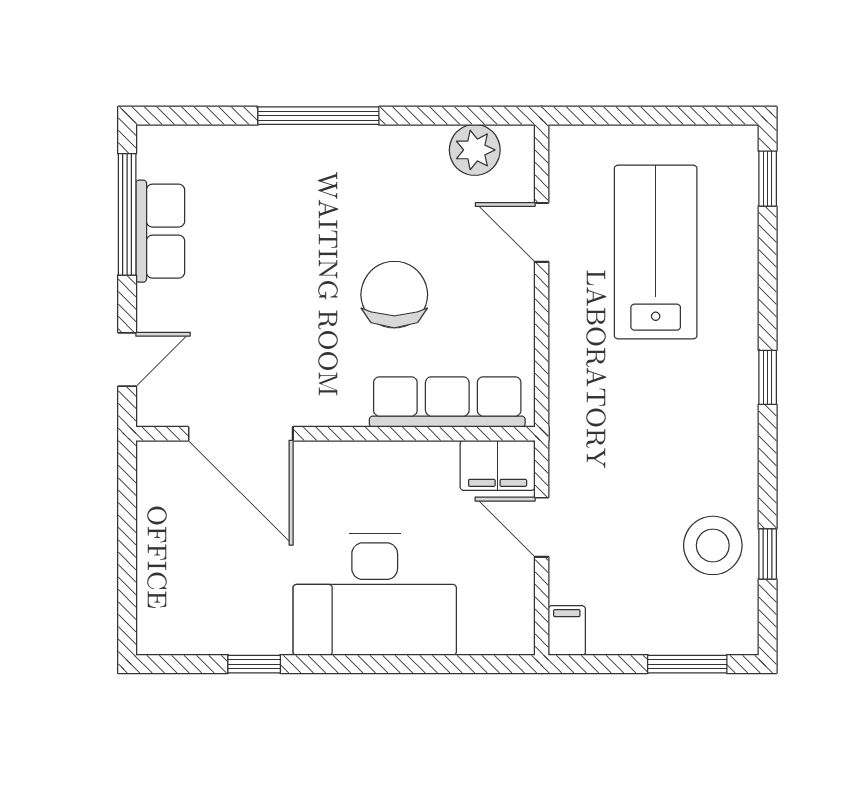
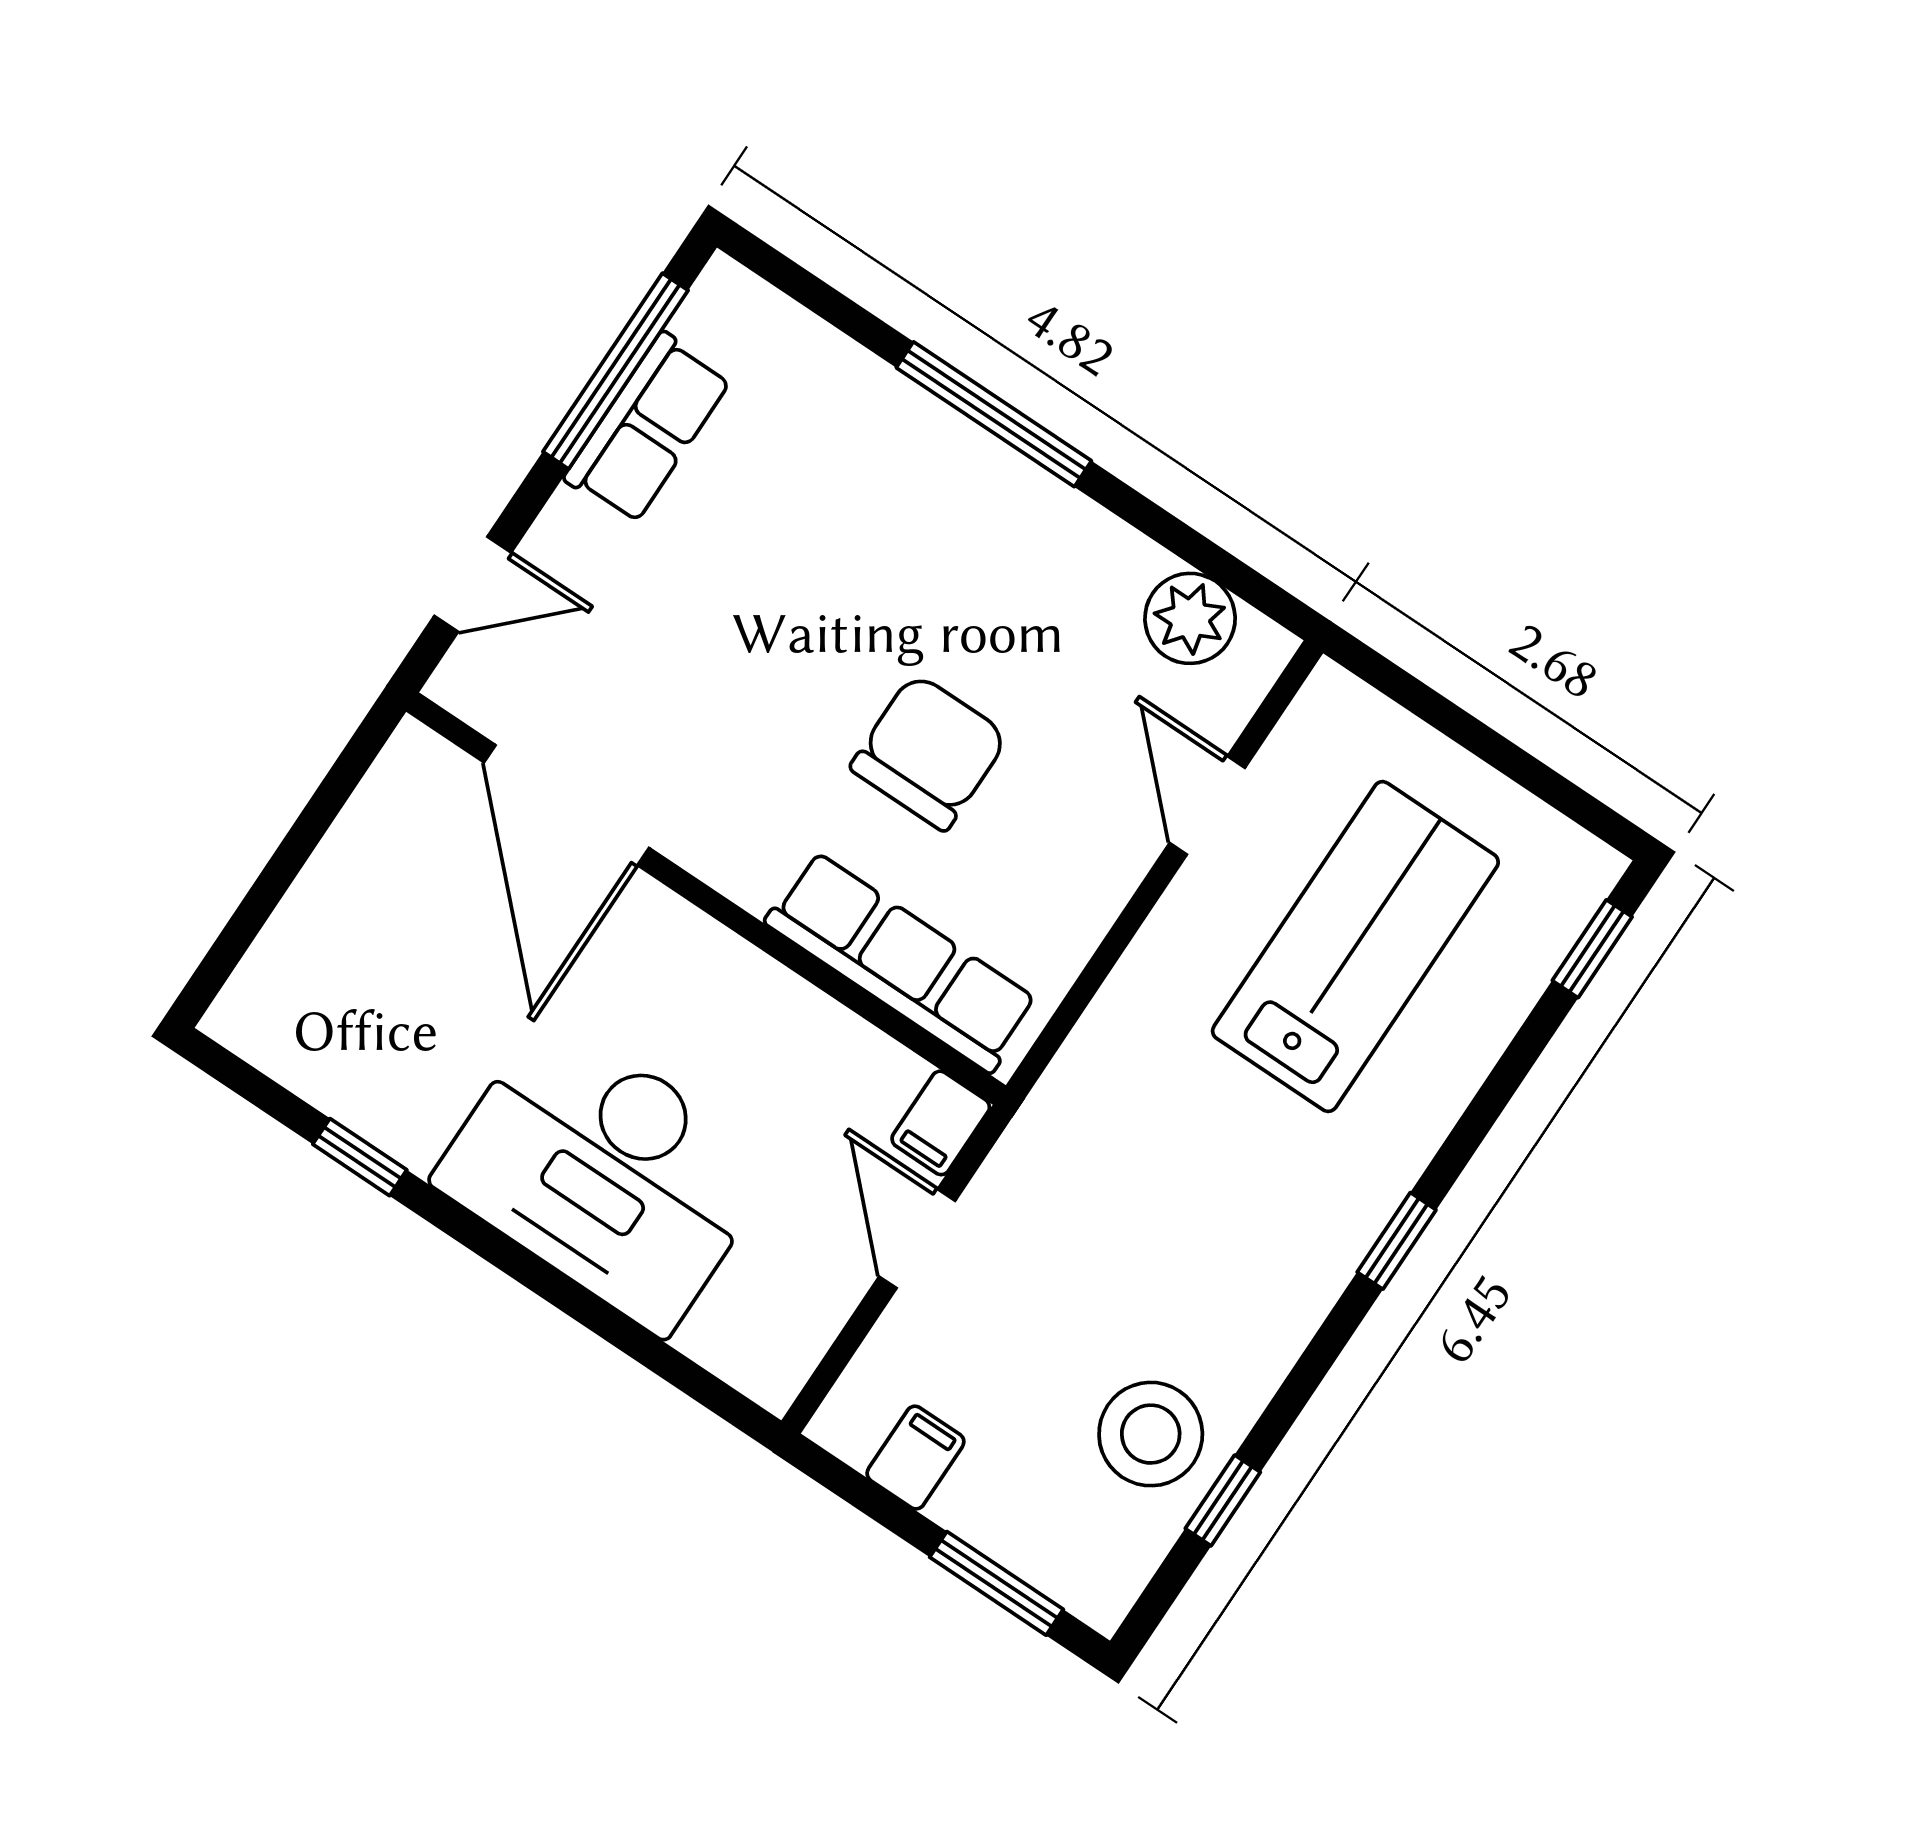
filing cabinet: (498, 465) -> (941, 1123), width x0.50
filing cabinet: (567, 630) -> (915, 1458), moved

